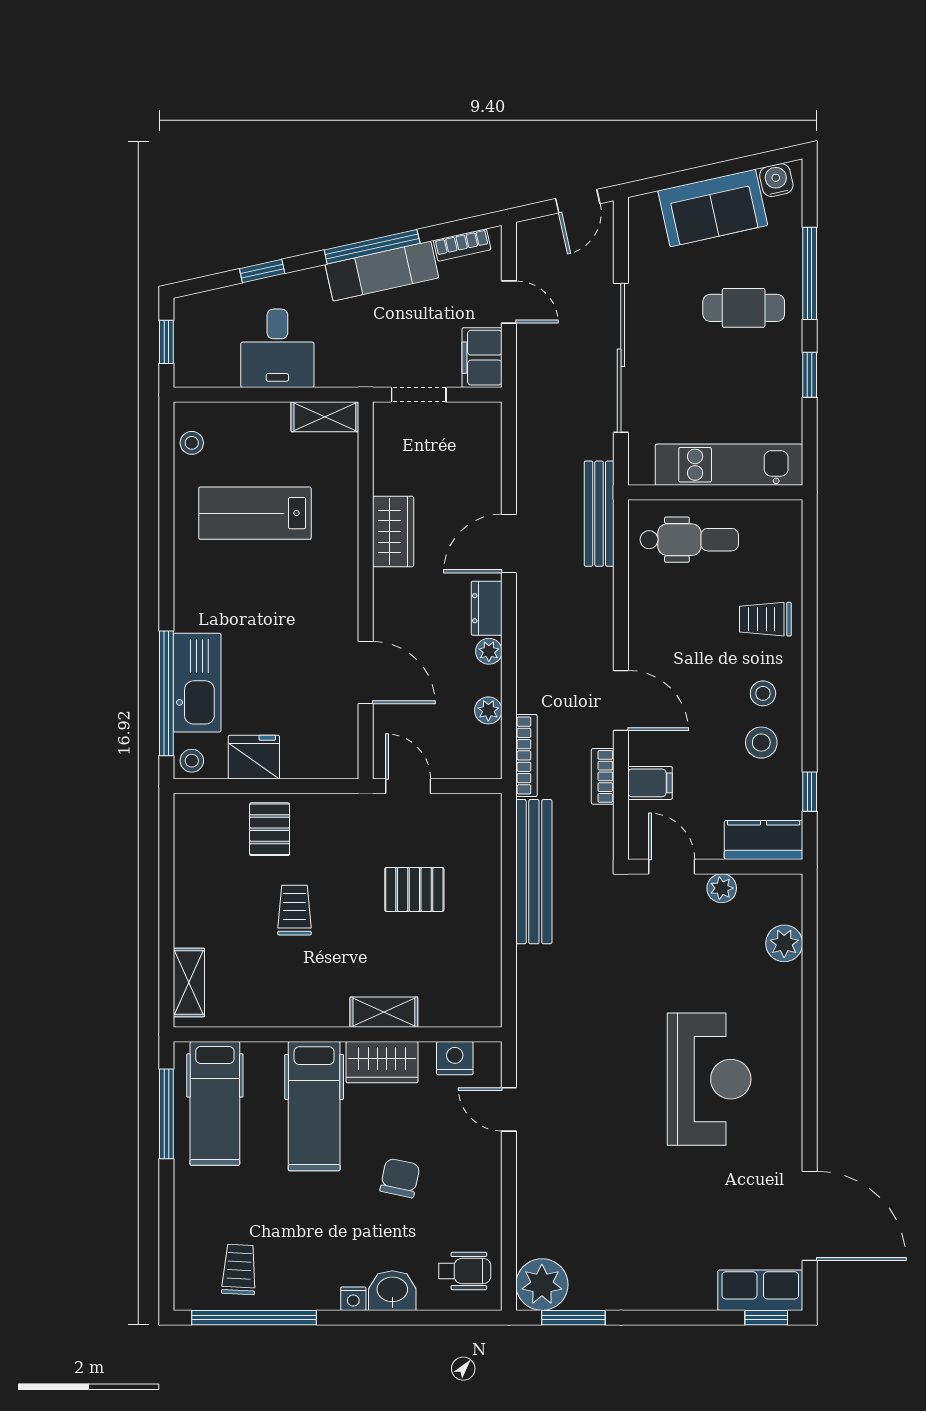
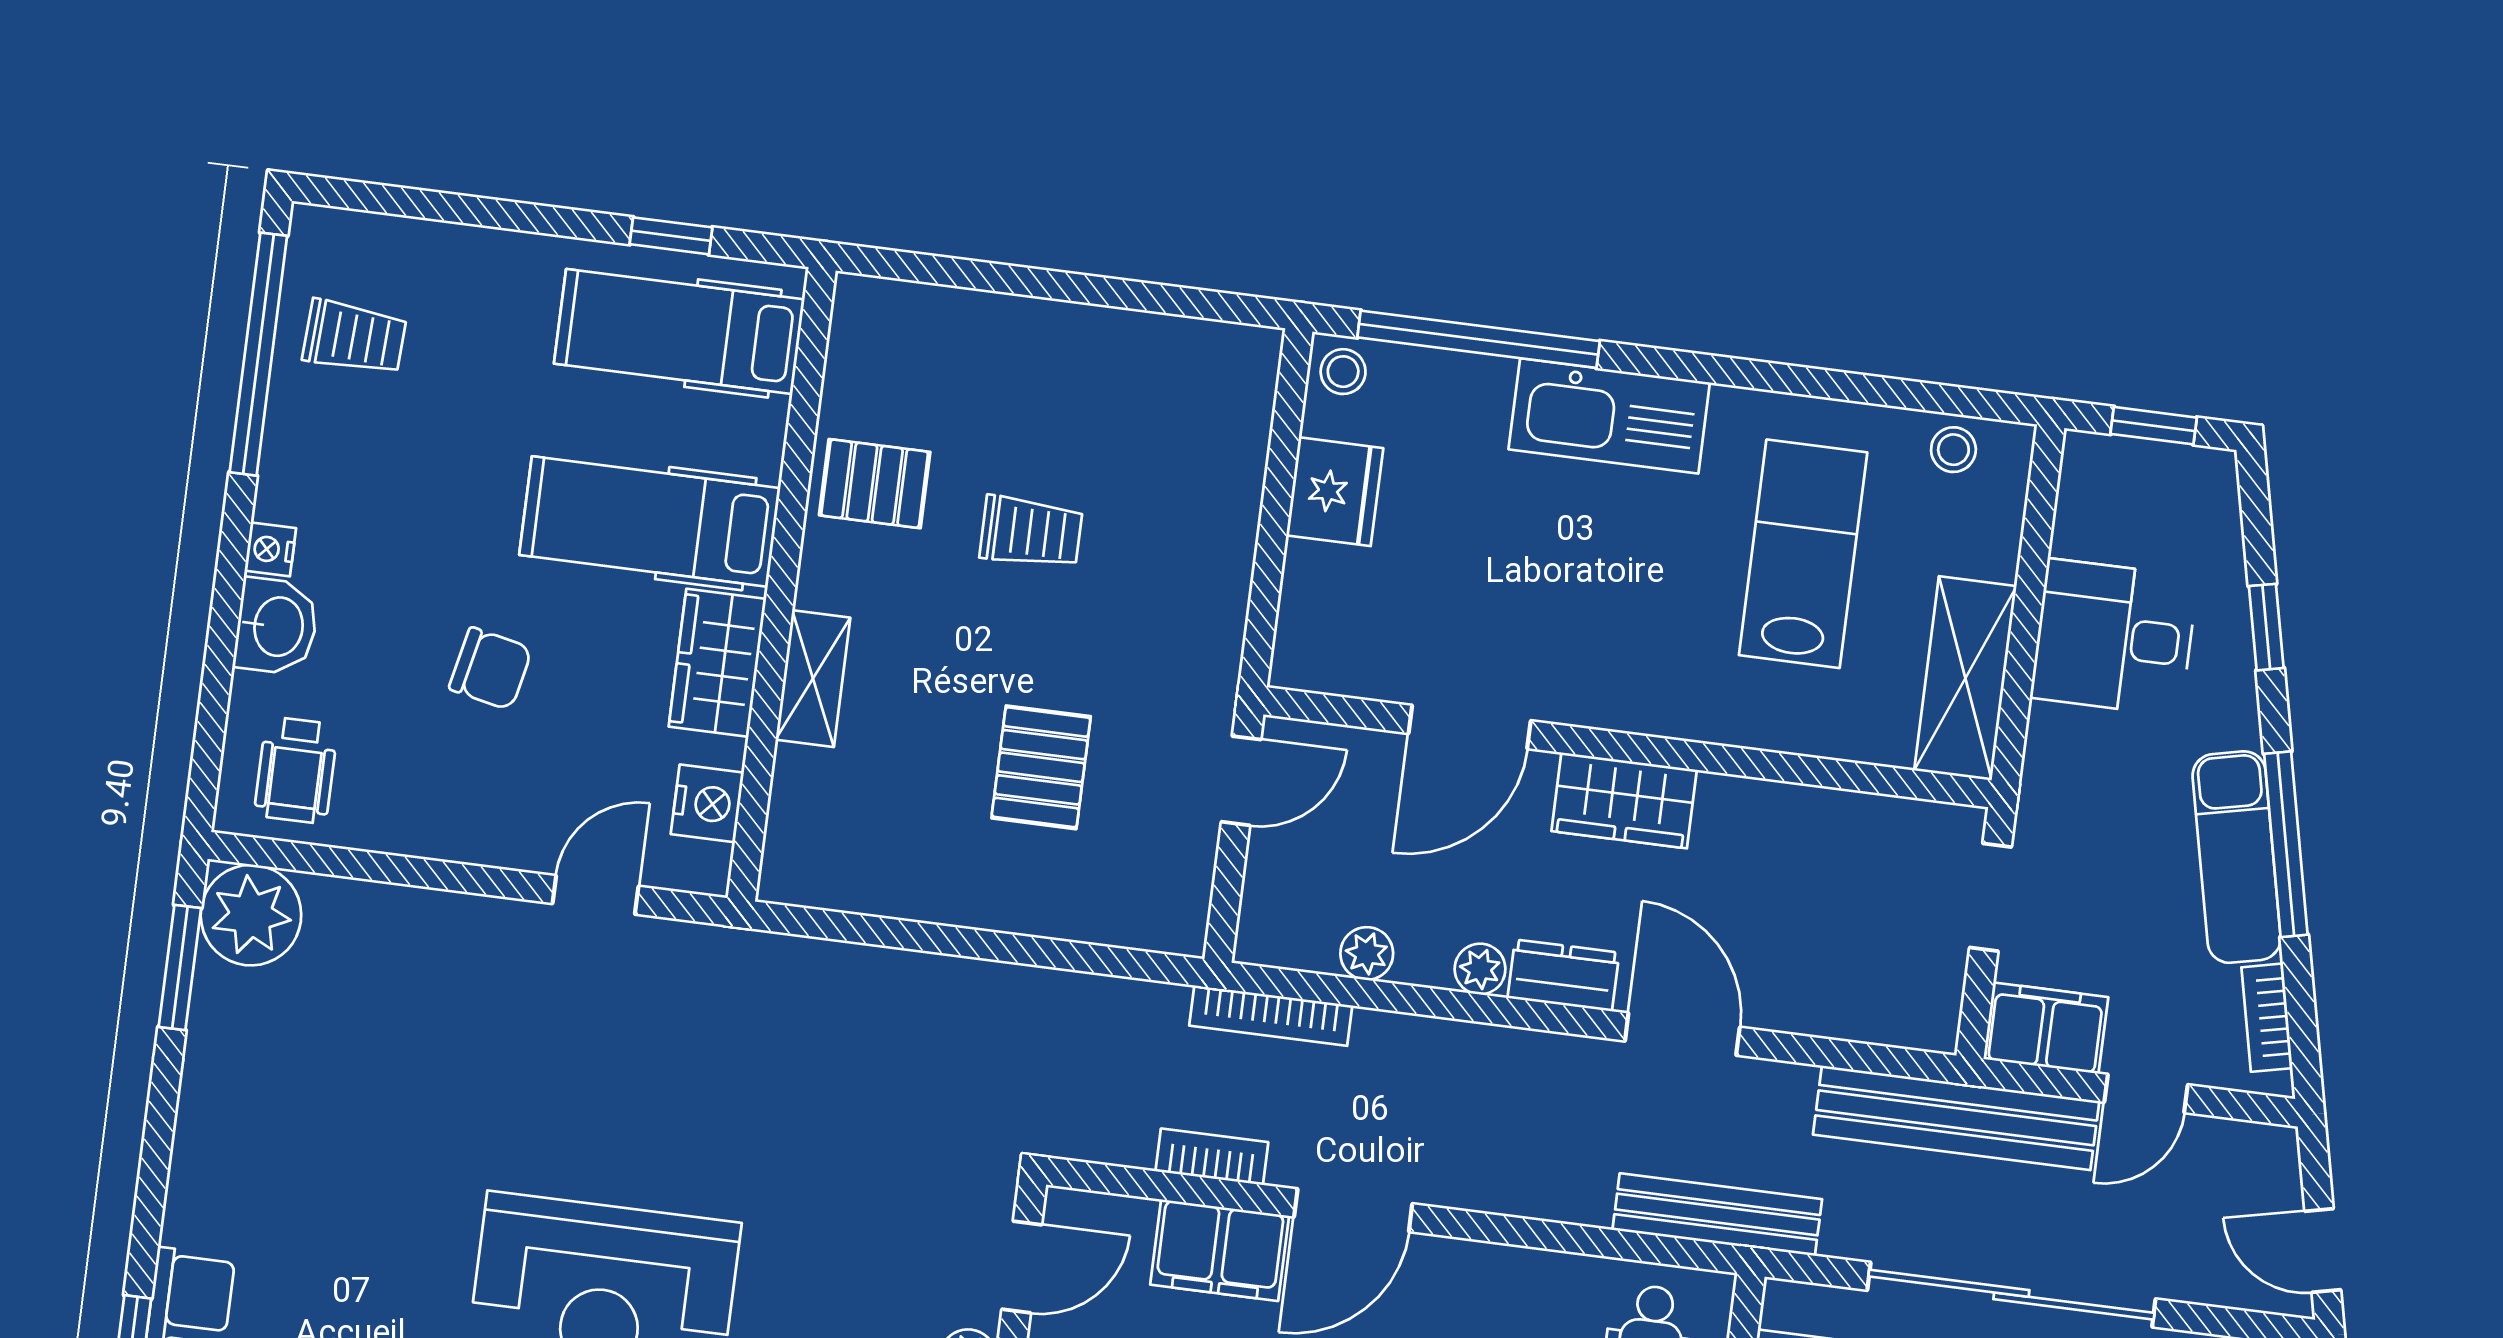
shelving: (325, 417) -> (1965, 678), width x1.50, depth x1.33
wardrobe: (393, 532) -> (1624, 800), moved
kitchen sink: (197, 683) -> (1609, 416), moved
filing cabinet: (650, 783) -> (1220, 1250), width x2.00
pallet: (270, 829) -> (875, 484), moved
bench: (534, 872) -> (1956, 1118), moved
shelving: (189, 982) -> (918, 311), removed
window: (166, 1114) -> (671, 236), width x0.46

